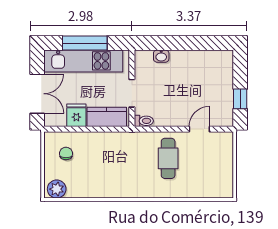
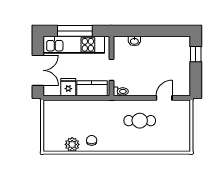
window: (240, 99) -> (196, 54), moved
chair: (66, 153) -> (92, 140), moved
cafe table: (168, 158) -> (140, 121), turned 90
plant: (57, 189) -> (72, 144), moved

